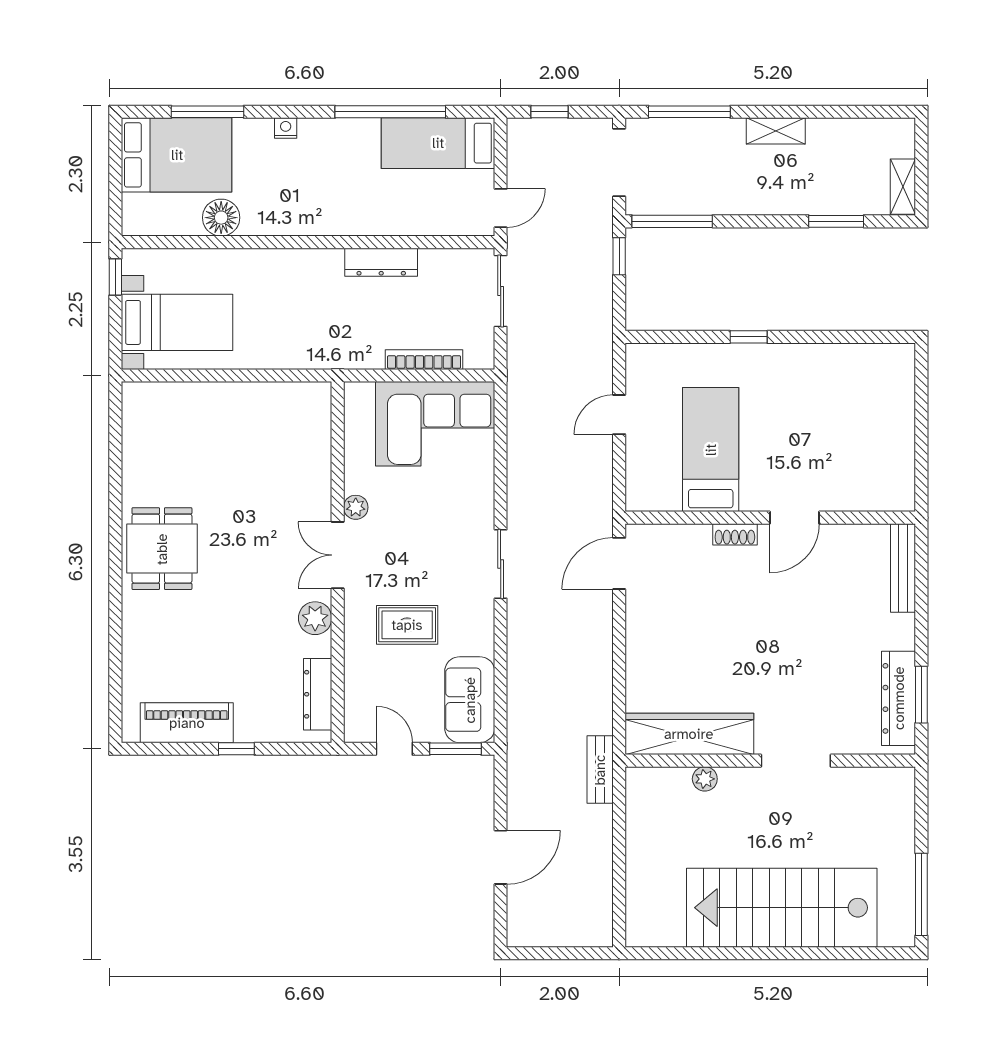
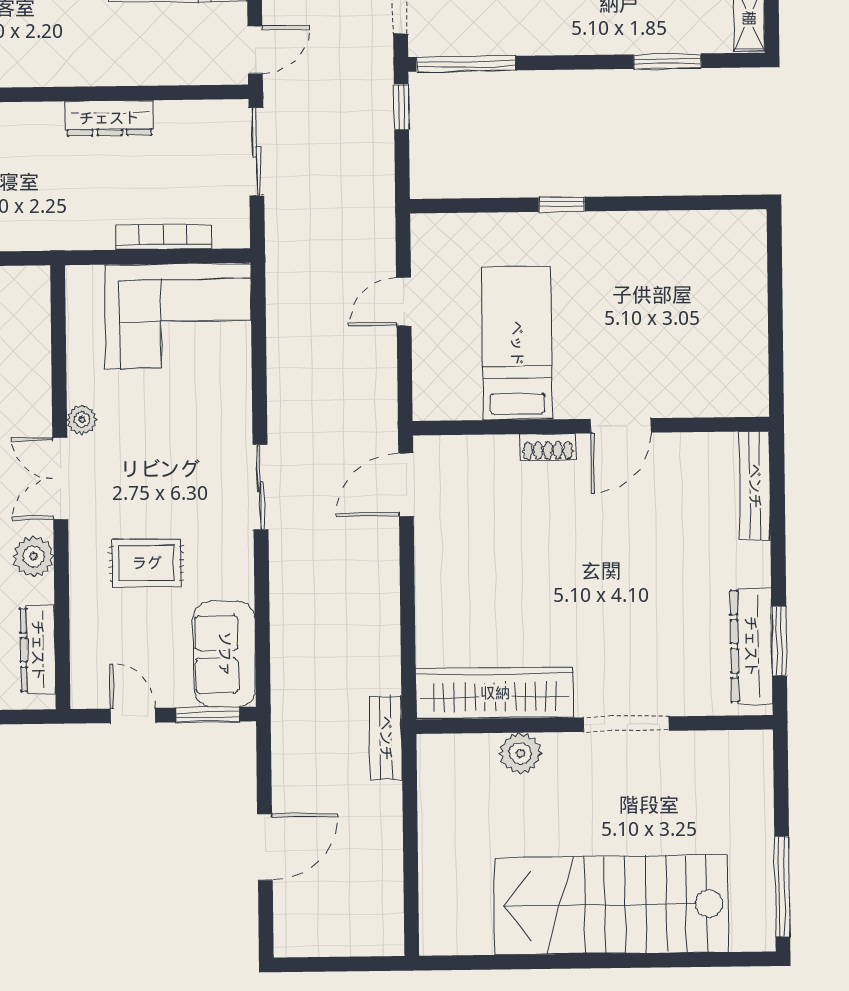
plant: (705, 779) -> (520, 753), width x1.38, depth x1.38

